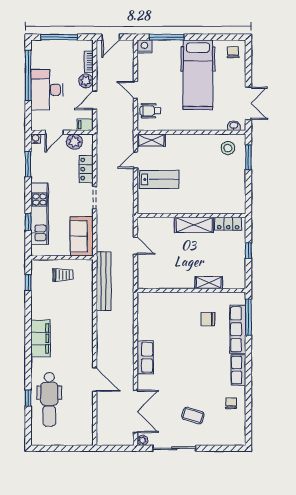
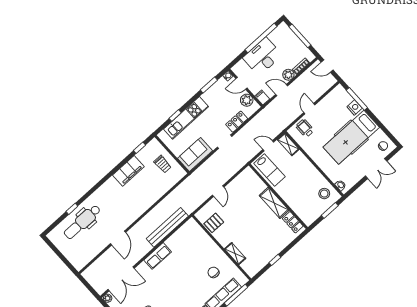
nightstand: (144, 47) -> (355, 107), moved
double door: (248, 103) -> (376, 169), moved
wall: (191, 215) -> (278, 196), moved
locker: (228, 224) -> (293, 222), moved
shelving: (194, 225) -> (274, 203), moved
pallet: (162, 277) -> (214, 223), added
bench: (104, 281) -> (167, 227), moved
filing cabinet: (40, 338) -> (128, 171), moved

